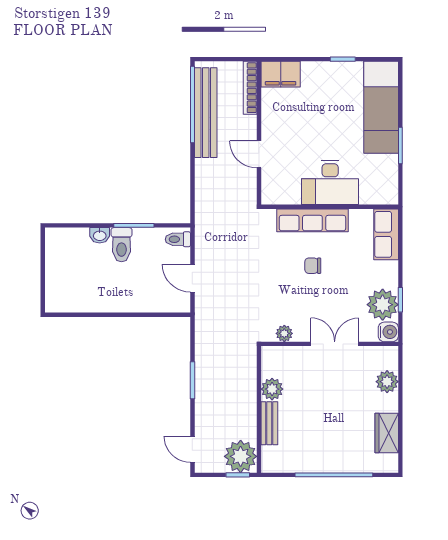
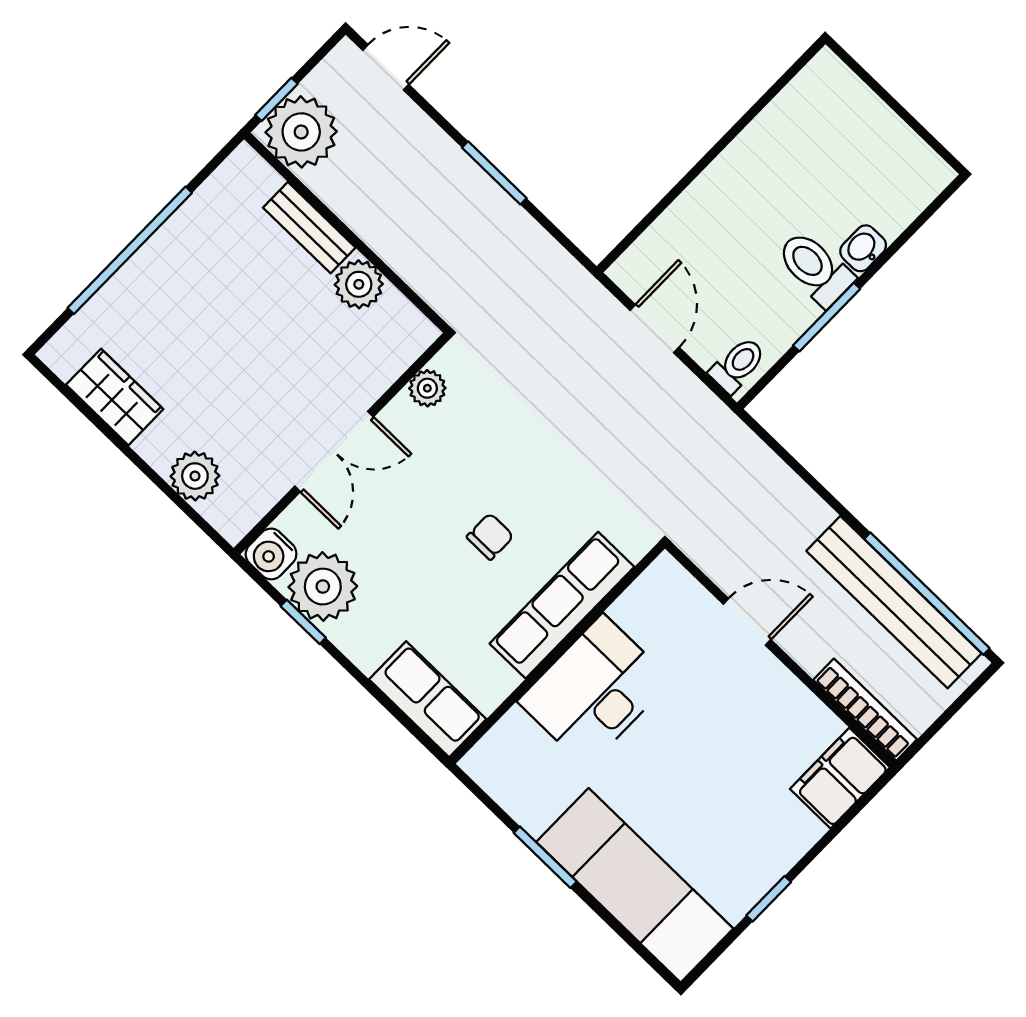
door: (192, 278) -> (654, 329), hinge flipped

